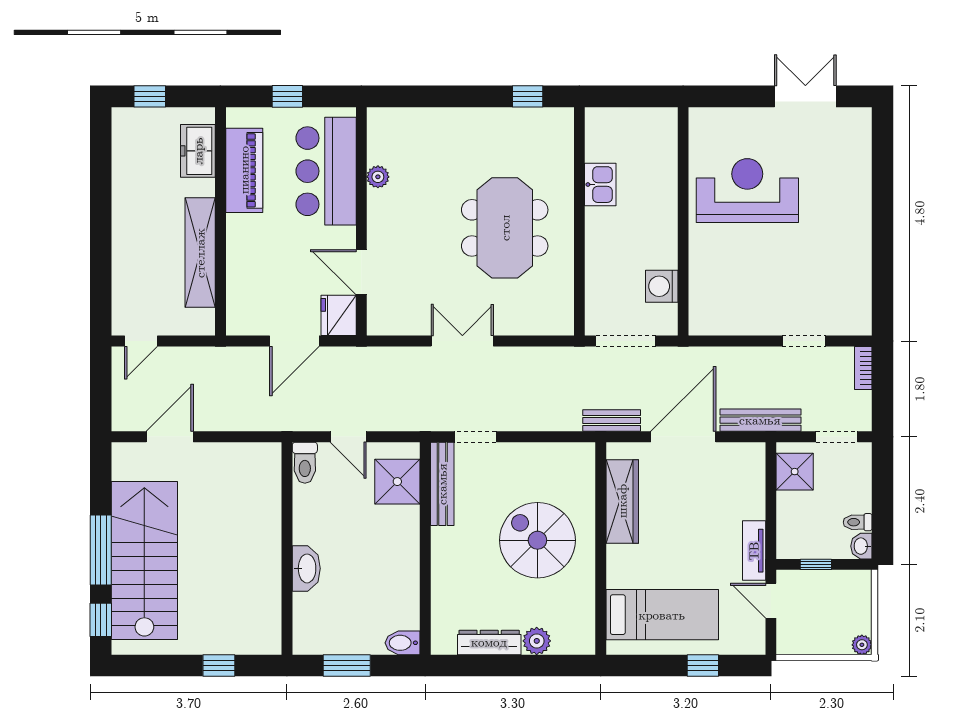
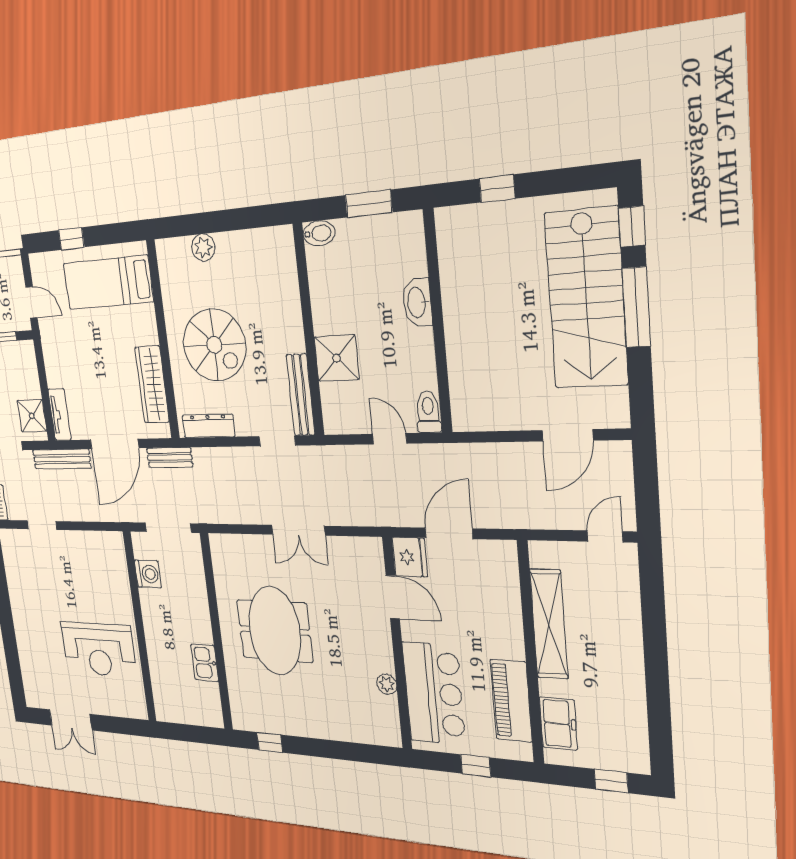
shower: (397, 482) -> (337, 358), moved
tv unit: (754, 551) -> (60, 415), moved
dresser: (489, 642) -> (209, 426), moved, turned 180

